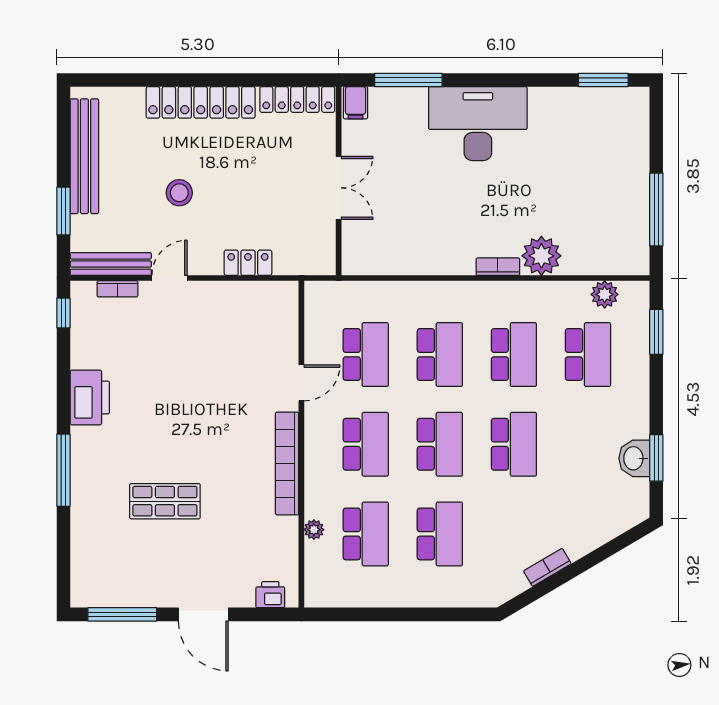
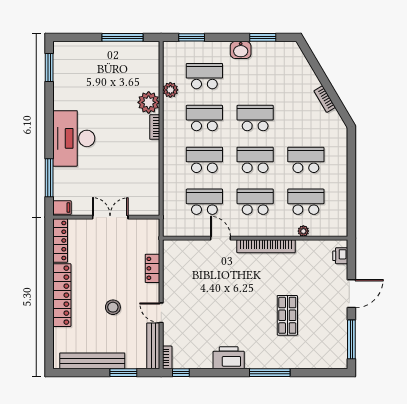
bookcase: (117, 289) -> (167, 357), moved
plant: (605, 294) -> (170, 90), moved
washbasin: (634, 458) -> (241, 50), moved

